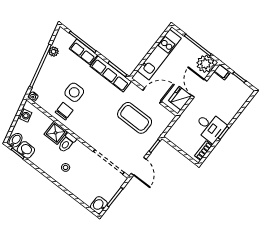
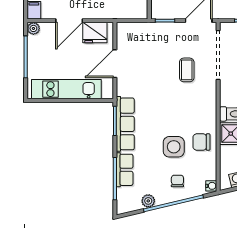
plant: (205, 64) -> (33, 28), width x0.53, depth x0.53
chair: (52, 79) -> (177, 181), added
door: (152, 96) -> (115, 64), hinge flipped
coffee table: (135, 118) -> (187, 70), moved, width x0.54, depth x0.58

